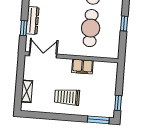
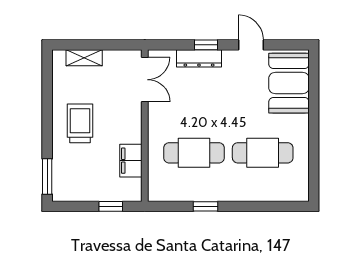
window: (24, 28) -> (206, 45), moved
filing cabinet: (82, 67) -> (131, 161), moved
window: (118, 103) -> (111, 206), moved

